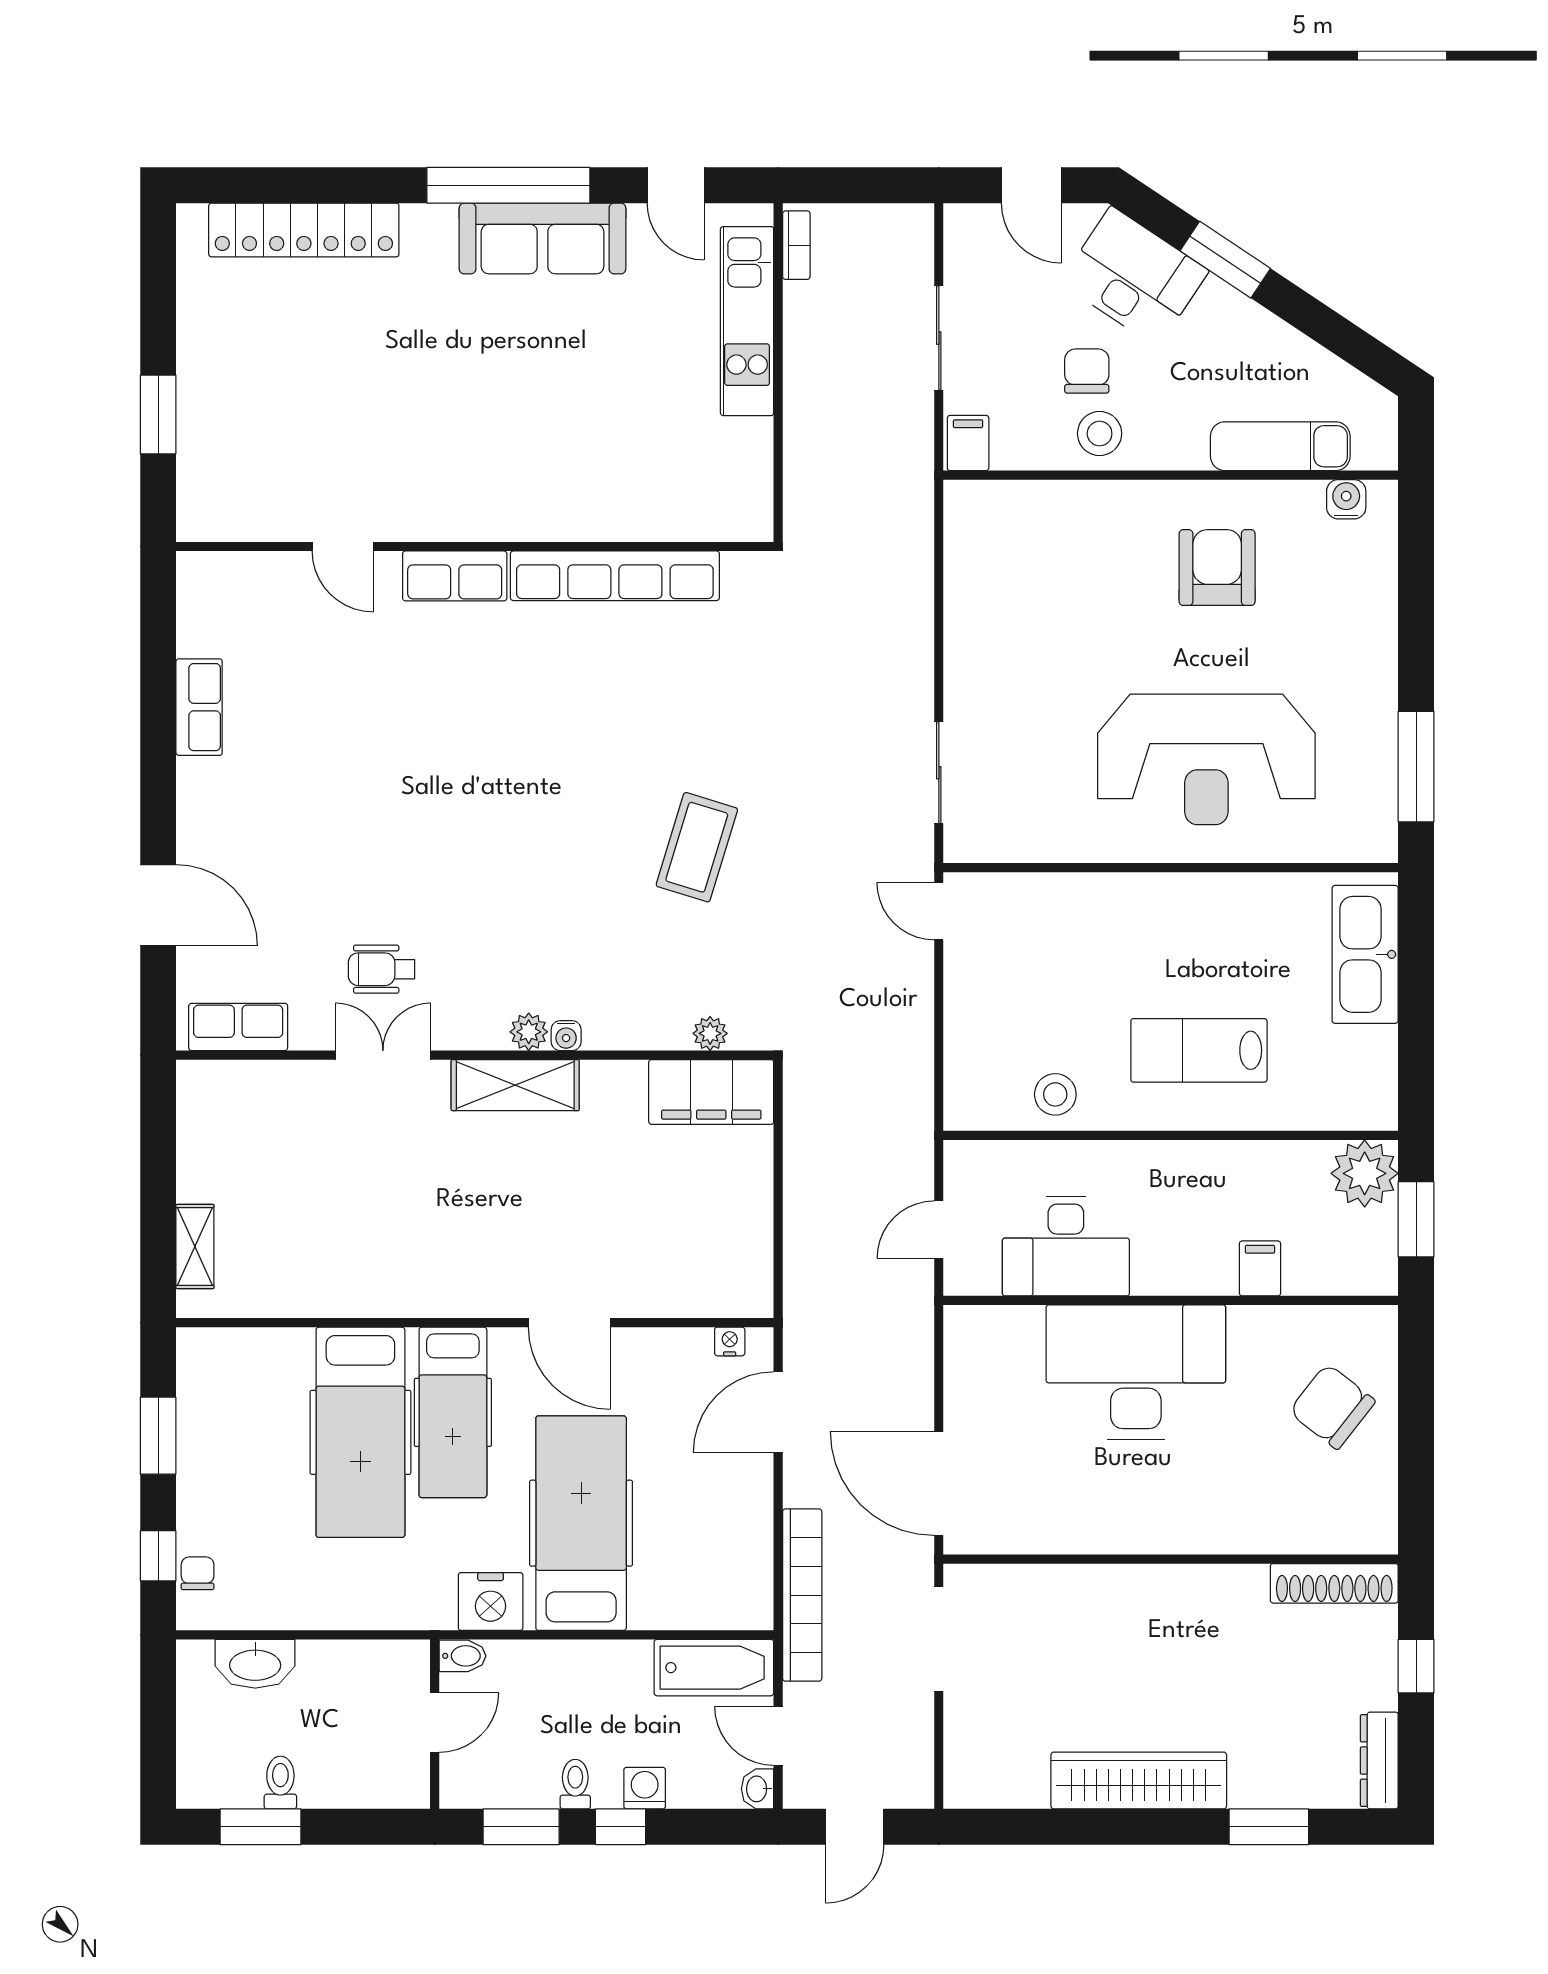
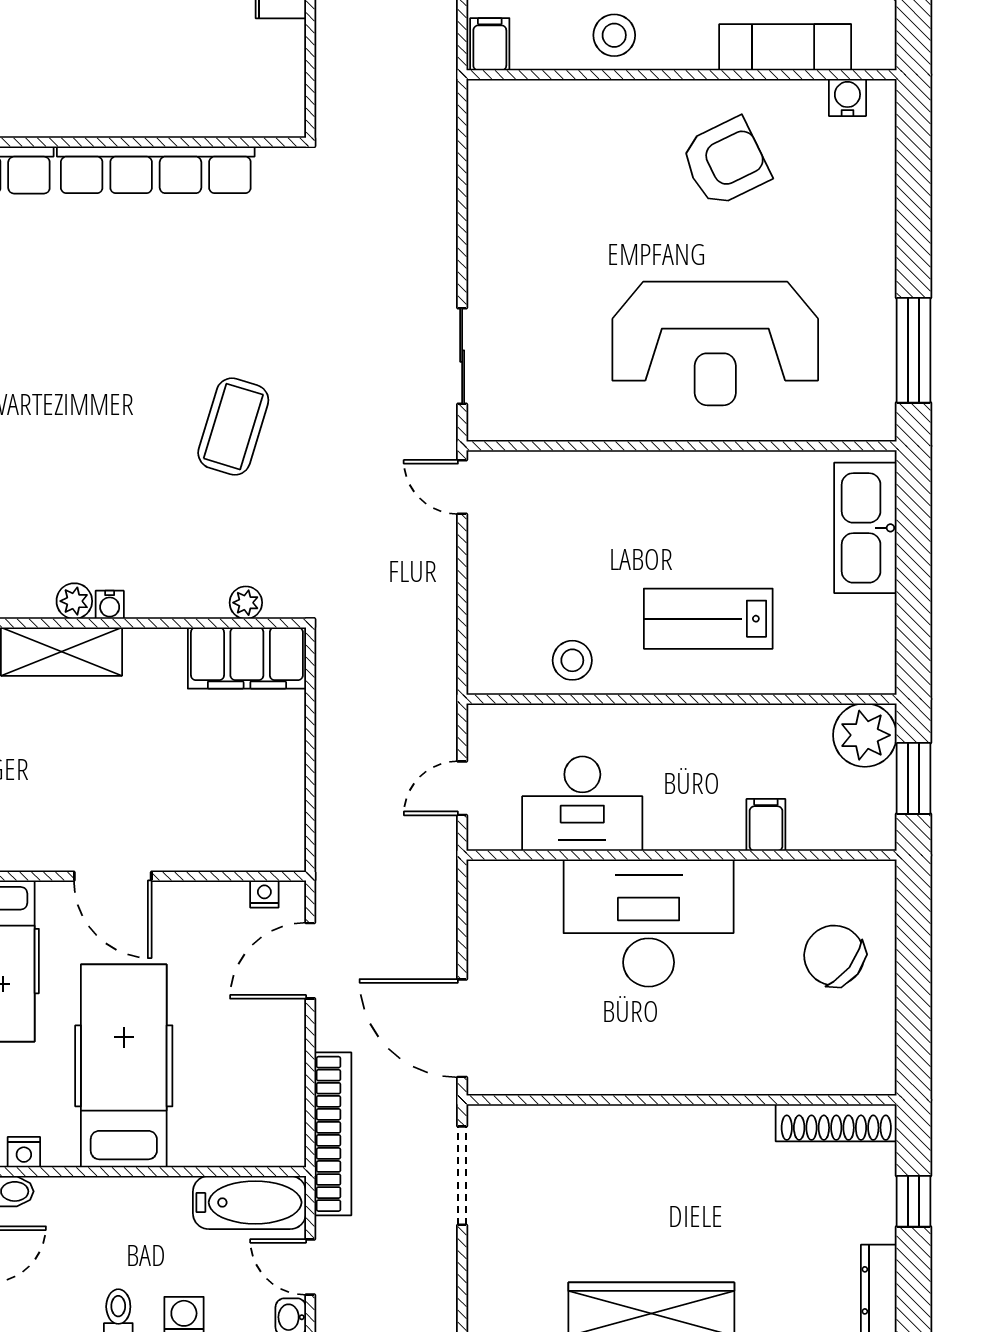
armchair: (1217, 568) -> (725, 162), turned 64
nightstand: (491, 1602) -> (24, 1152), width x0.53, depth x0.56

